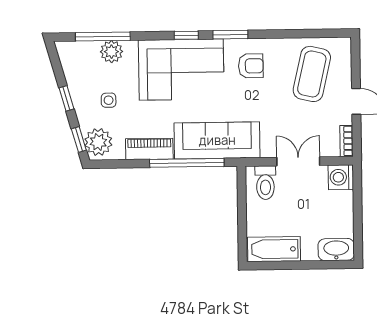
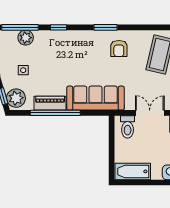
window: (186, 35) -> (58, 27), moved
armchair: (251, 66) -> (119, 48), turned 90
corner sofa: (181, 69) -> (72, 50), removed
window: (187, 163) -> (55, 113), moved

